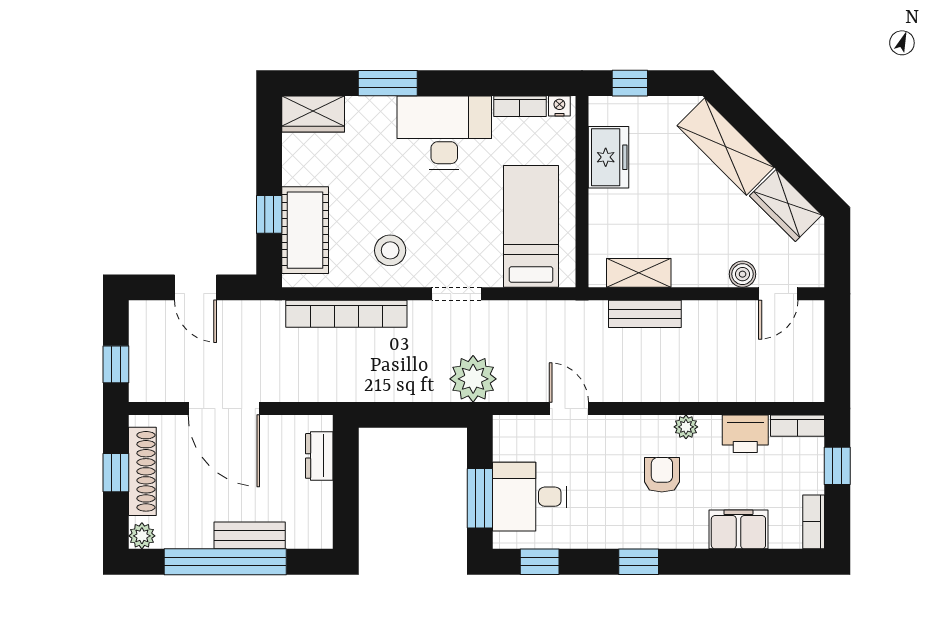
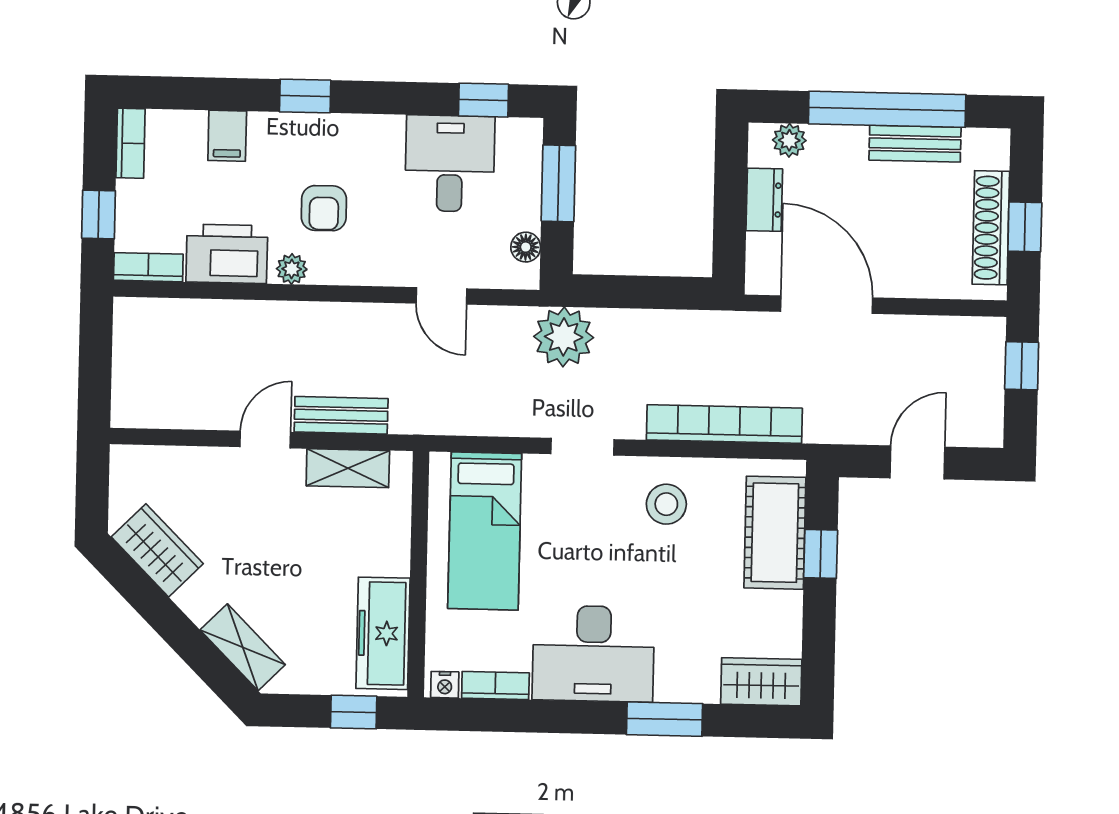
shelving: (726, 147) -> (243, 647), width x0.67, depth x0.75
freezer: (608, 157) -> (383, 633), width x1.40
boiler: (743, 274) -> (215, 463), removed
door: (195, 287) -> (917, 462), hinge flipped
door: (778, 294) -> (265, 439), moved
door: (224, 409) -> (827, 305), moved
printer: (745, 434) -> (227, 254), width x1.37, depth x1.19
floor lamp: (504, 448) -> (526, 247), added
dresser: (319, 456) -> (764, 200), moved
desk: (530, 497) -> (450, 163), moved, turned -90
filing cabinet: (738, 529) -> (227, 136), width x0.50
bench: (250, 535) -> (915, 144), moved
plant: (142, 536) -> (789, 140), moved
window: (639, 562) -> (305, 96), moved

